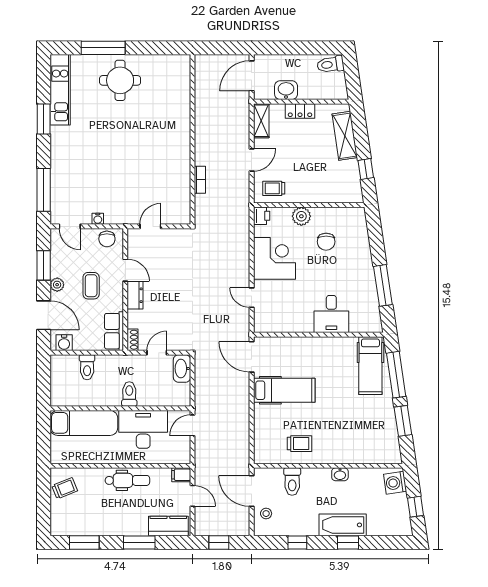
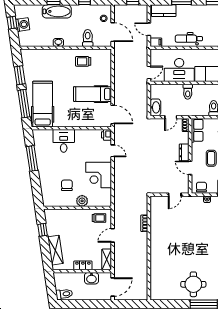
printer: (262, 216) -> (106, 135), moved
hospital bed: (370, 366) -> (43, 104), width x1.37, depth x1.29
washing machine: (395, 483) -> (23, 25), moved

